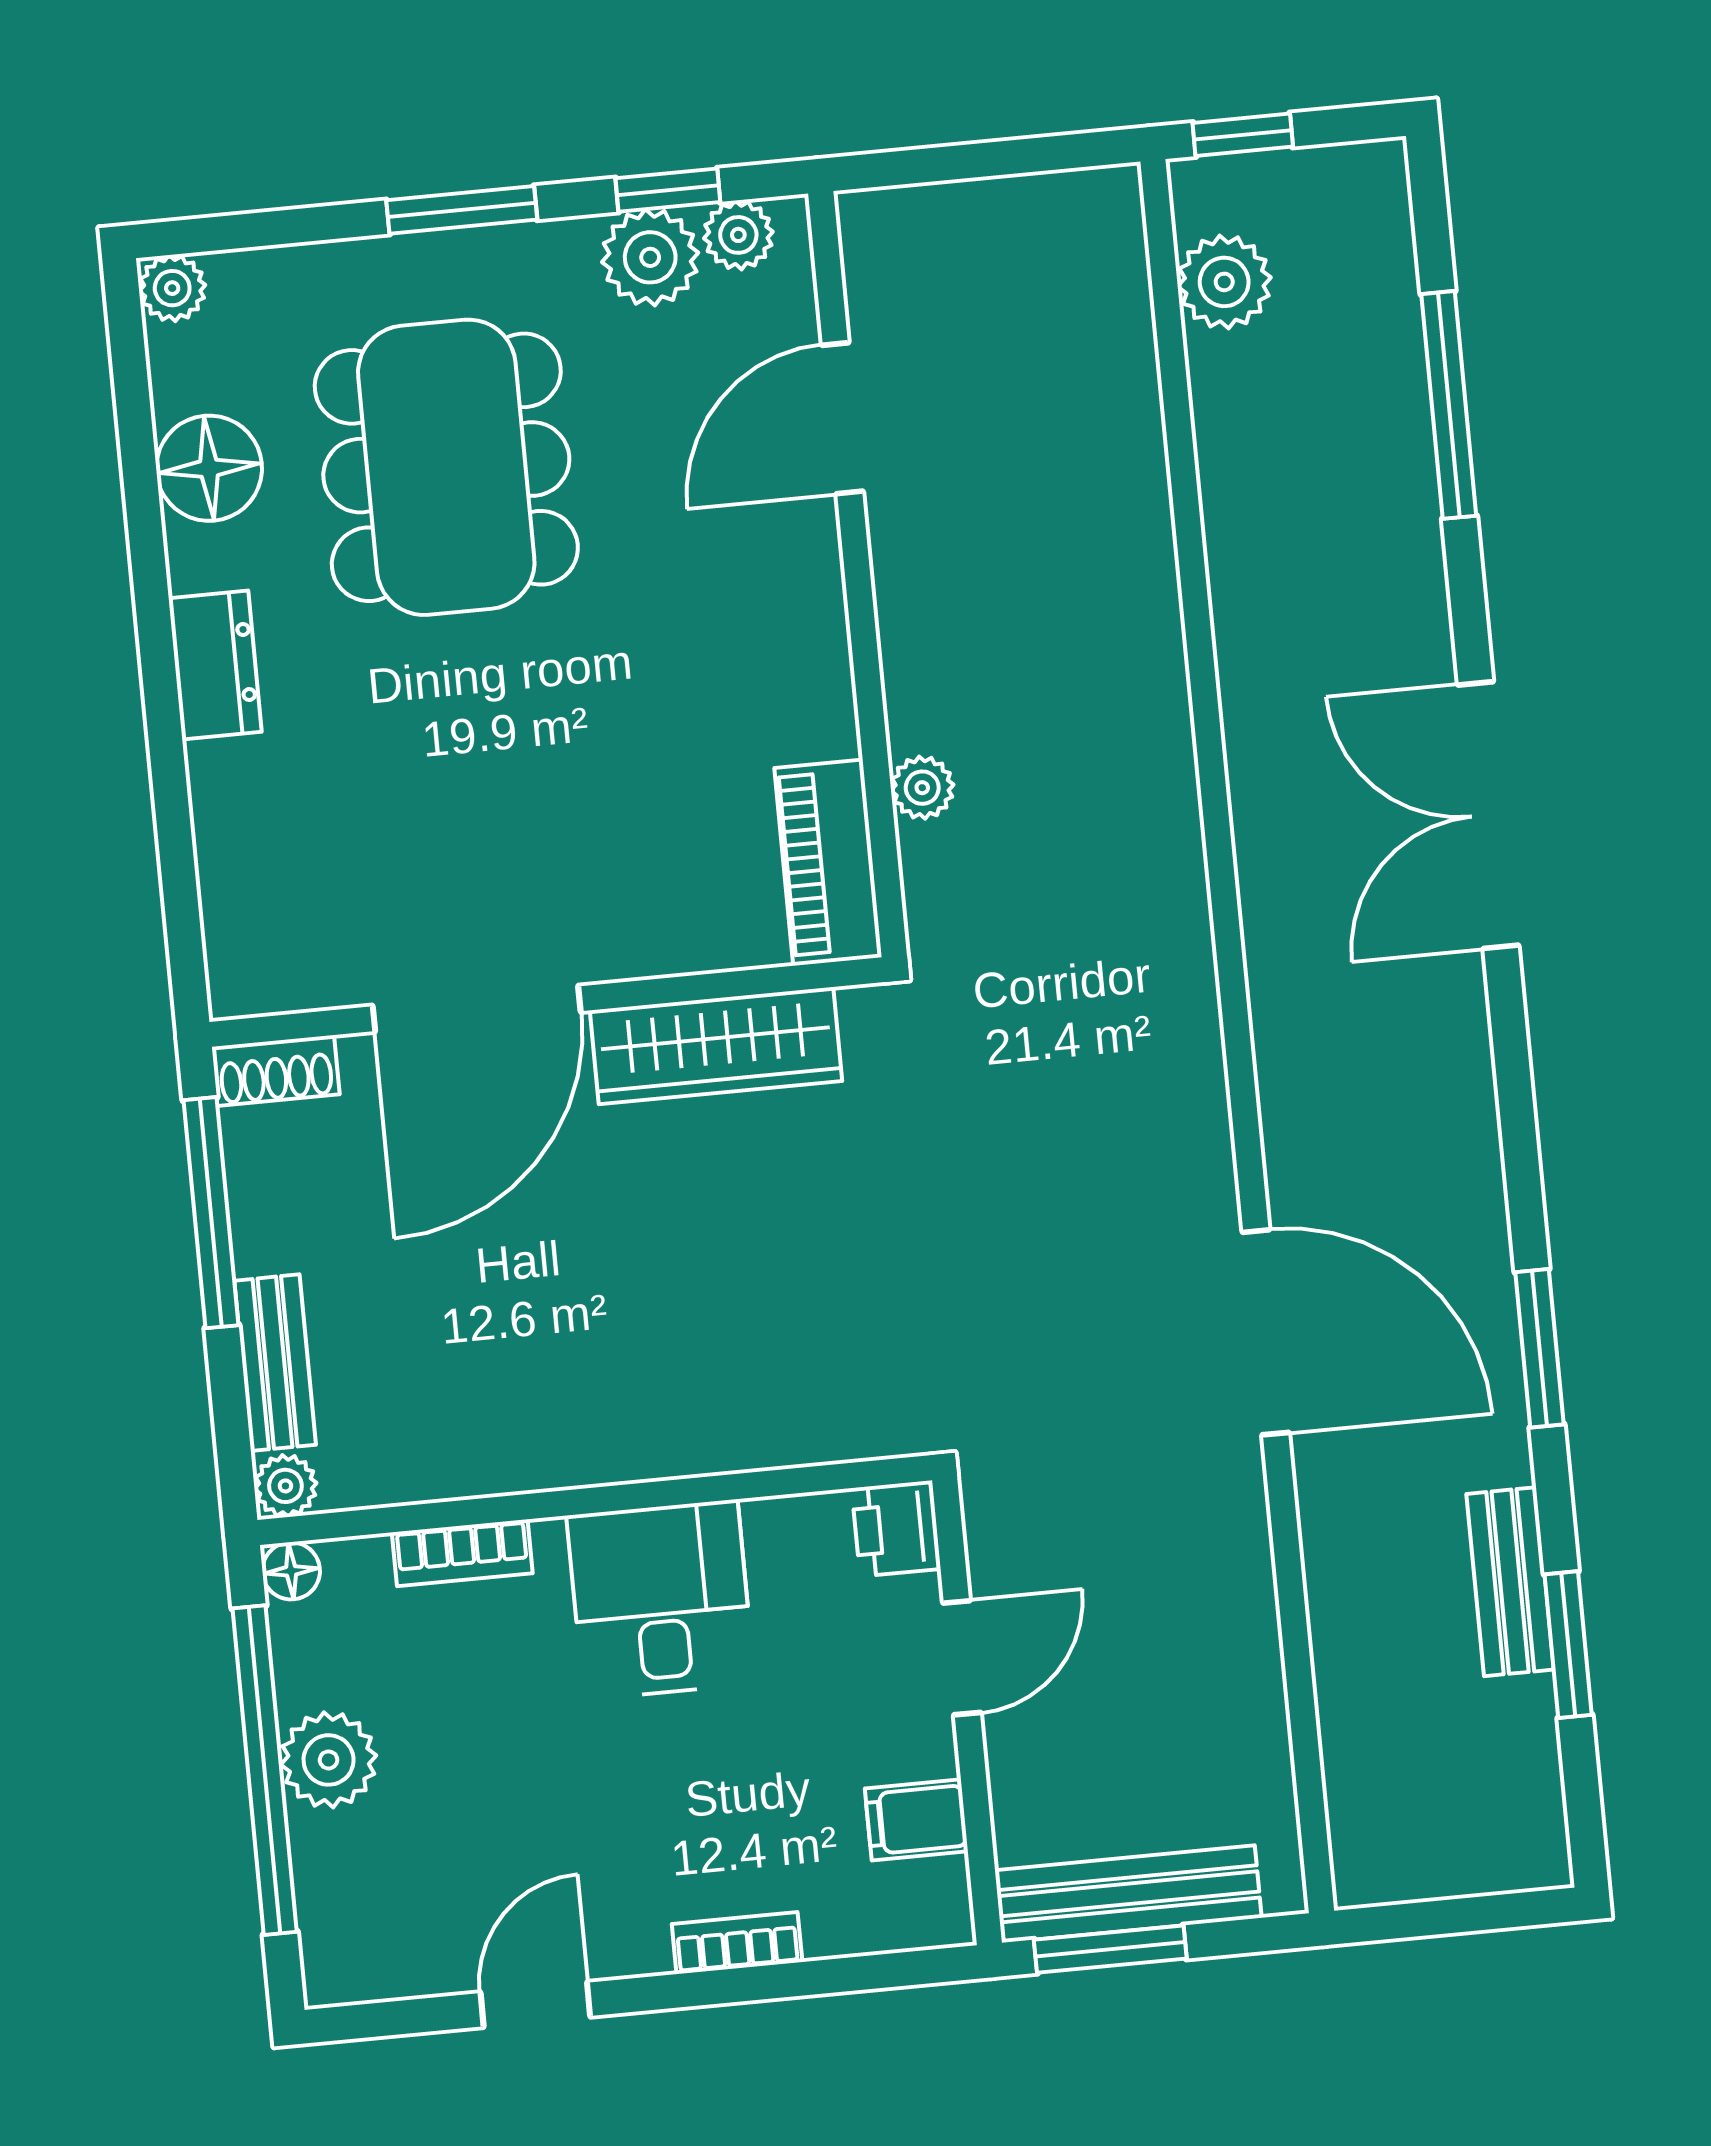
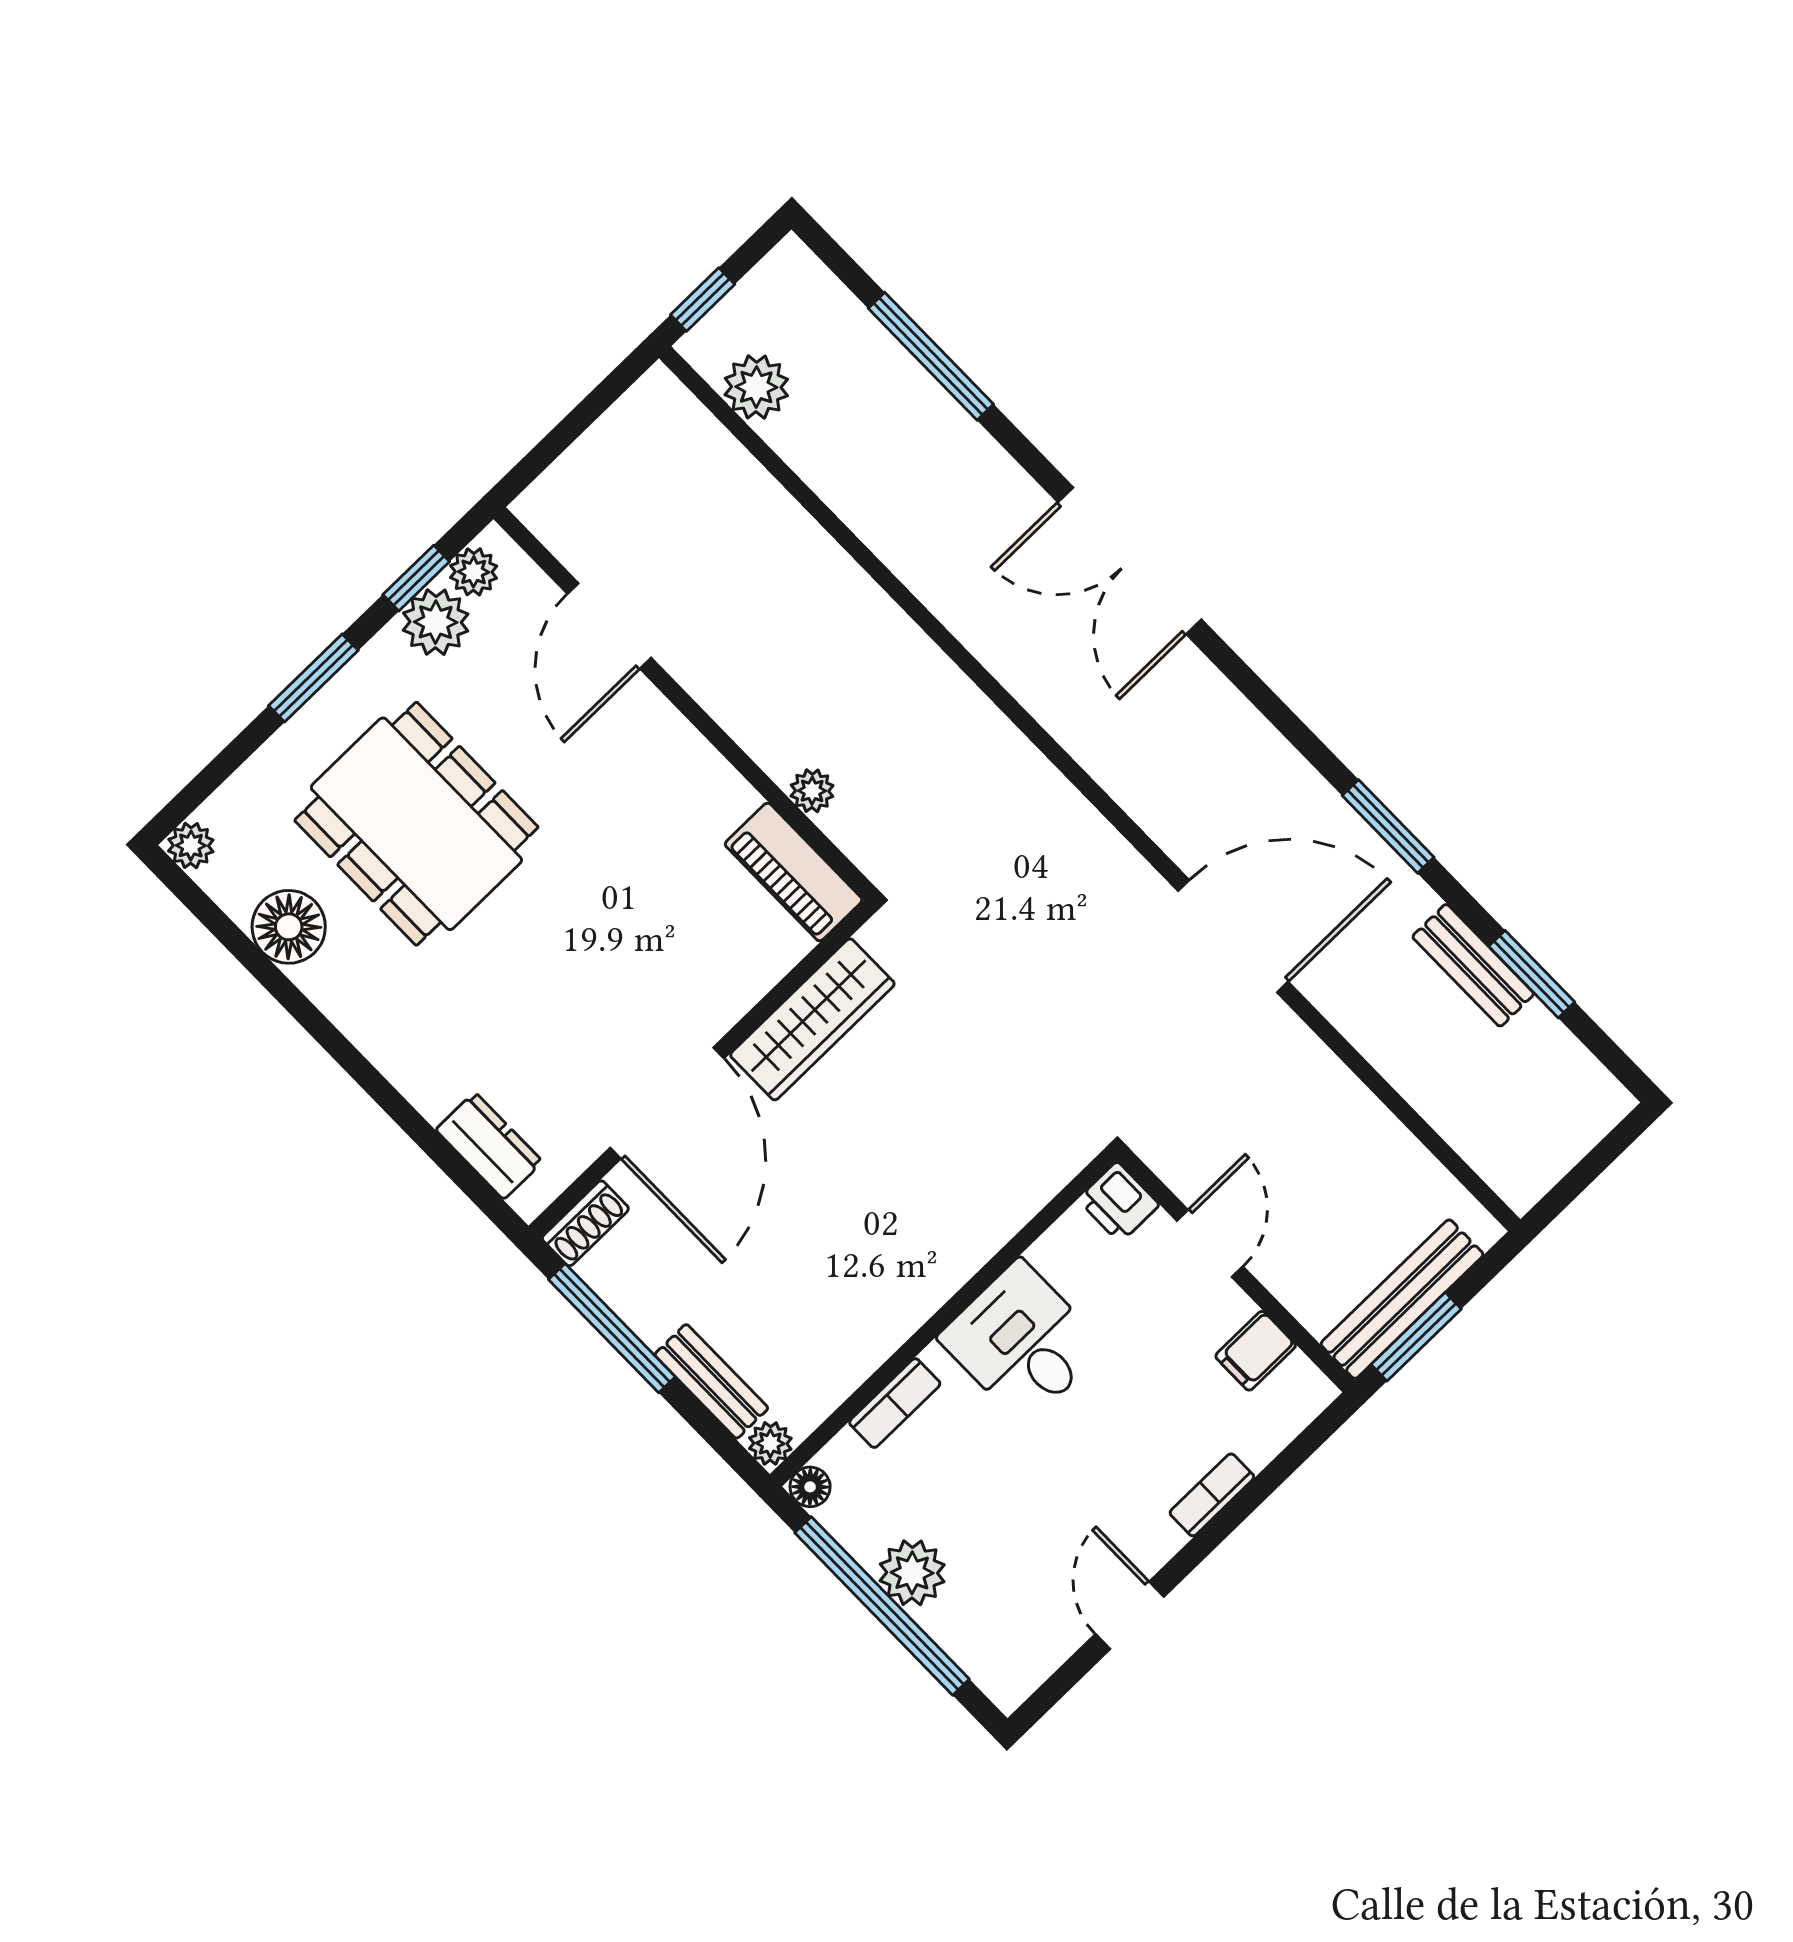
dresser: (215, 665) -> (489, 1146), moved

